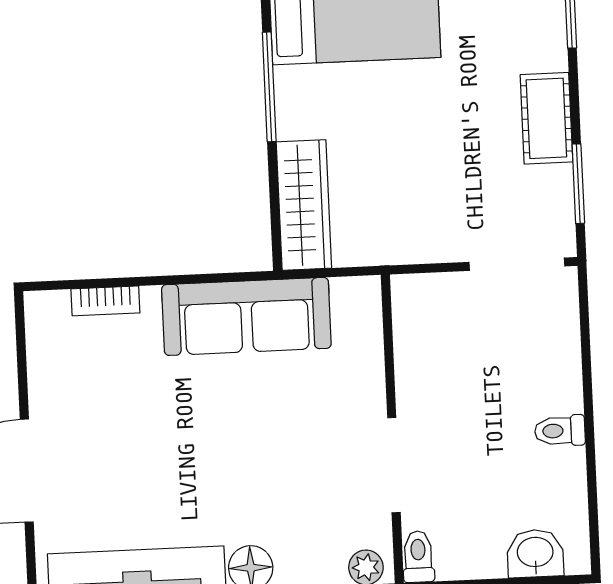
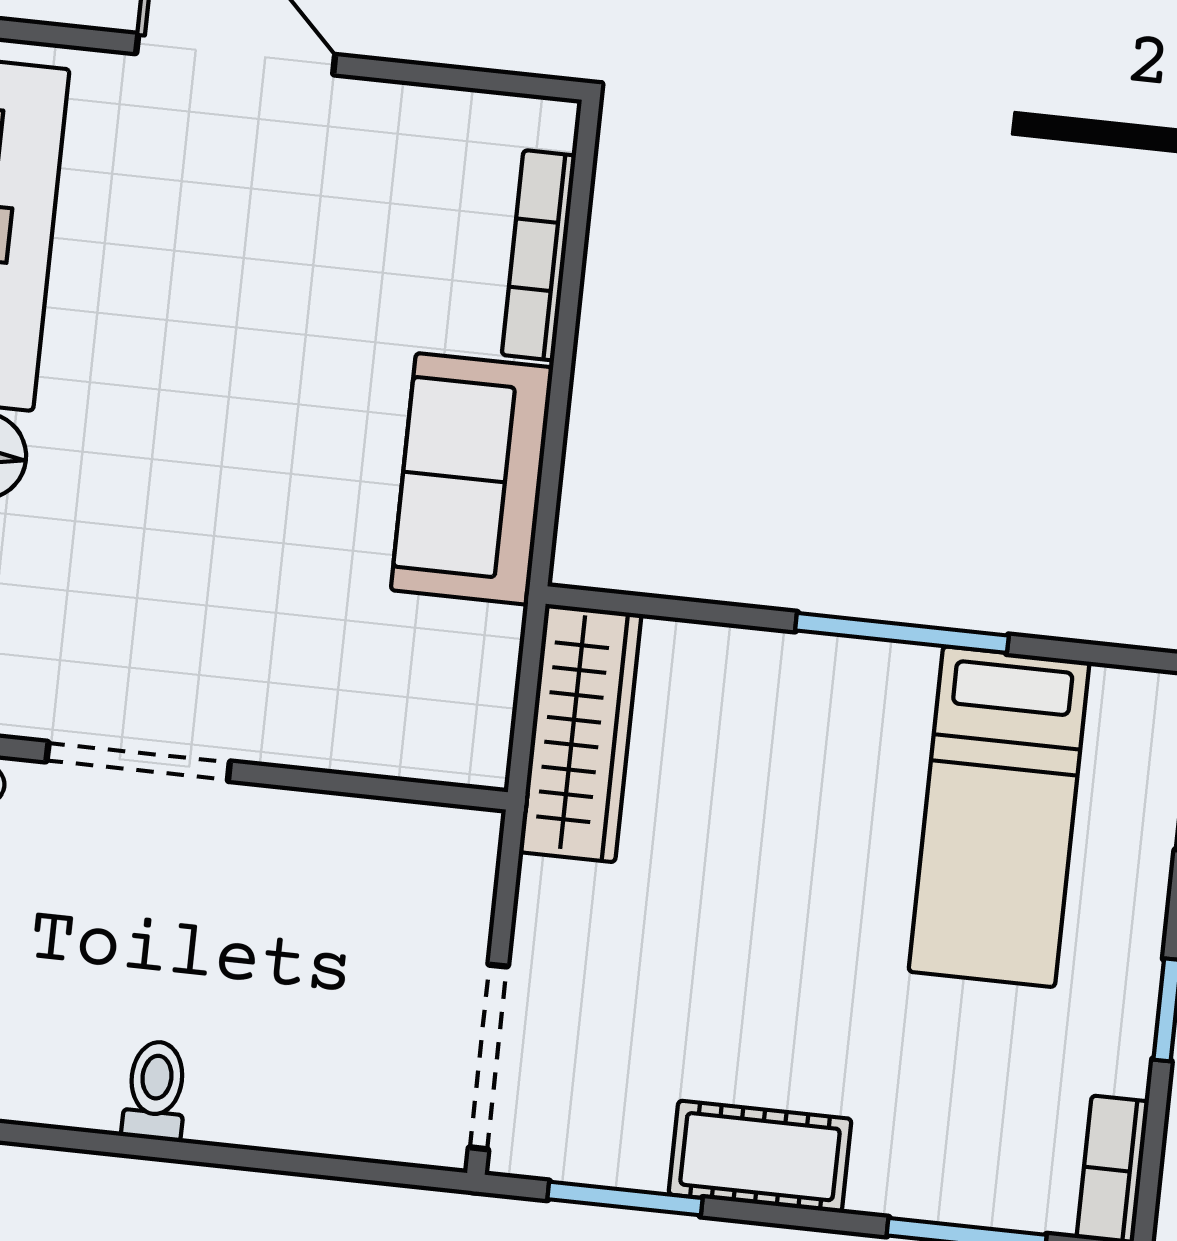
wardrobe: (304, 205) -> (580, 733), moved, turned -90
bookcase: (105, 301) -> (539, 255), width x1.56
sofa: (246, 316) -> (472, 479), width x0.73

